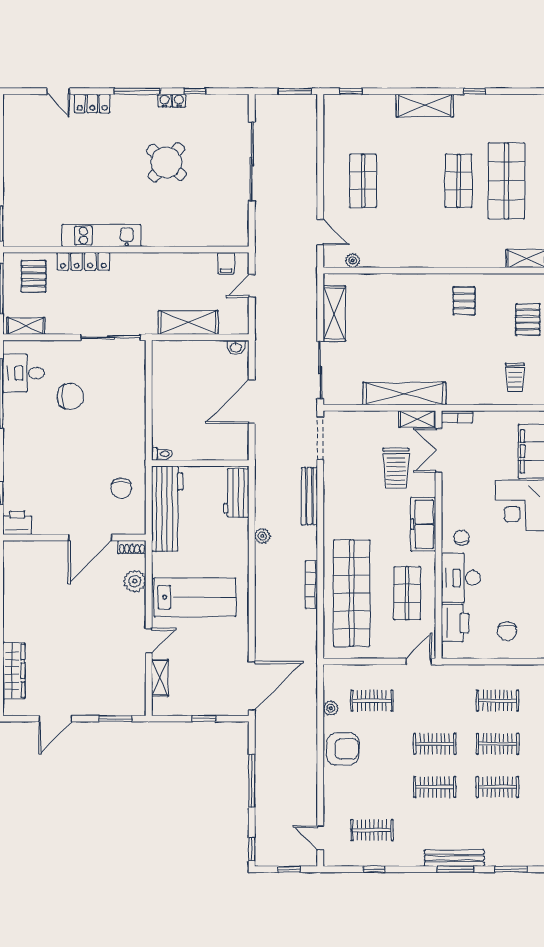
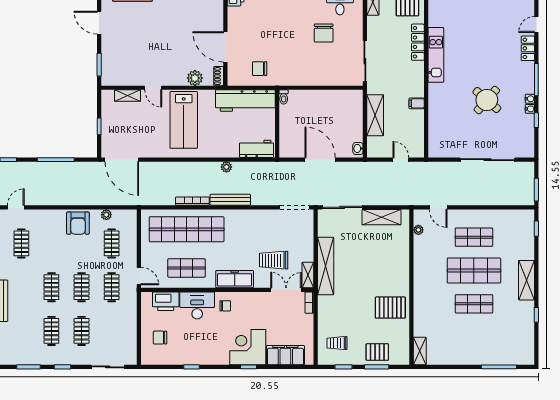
shop shelf: (506, 181) -> (474, 271), moved
door: (320, 232) -> (438, 207), hinge flipped
filing cabinet: (226, 263) -> (417, 103), moved
pallet: (464, 301) -> (390, 308), width x1.50, depth x1.42
bench: (309, 496) -> (230, 200), moved
clothes rail: (498, 701) -> (112, 287), moved

